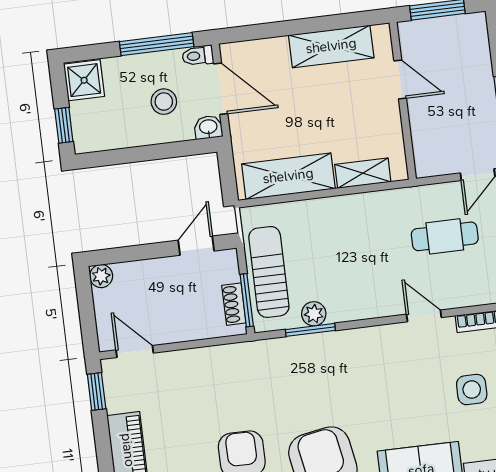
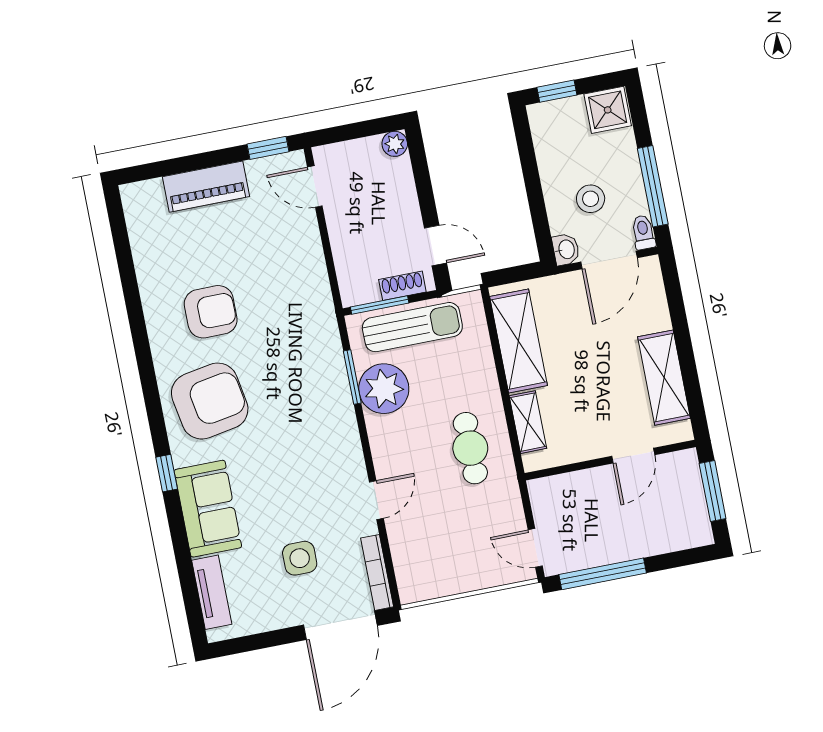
cafe table: (445, 236) -> (470, 448), moved
shoe rack: (234, 304) -> (402, 286), moved
plant: (314, 314) -> (384, 389), width x1.88, depth x1.88
door: (135, 351) -> (315, 187), swing flipped

